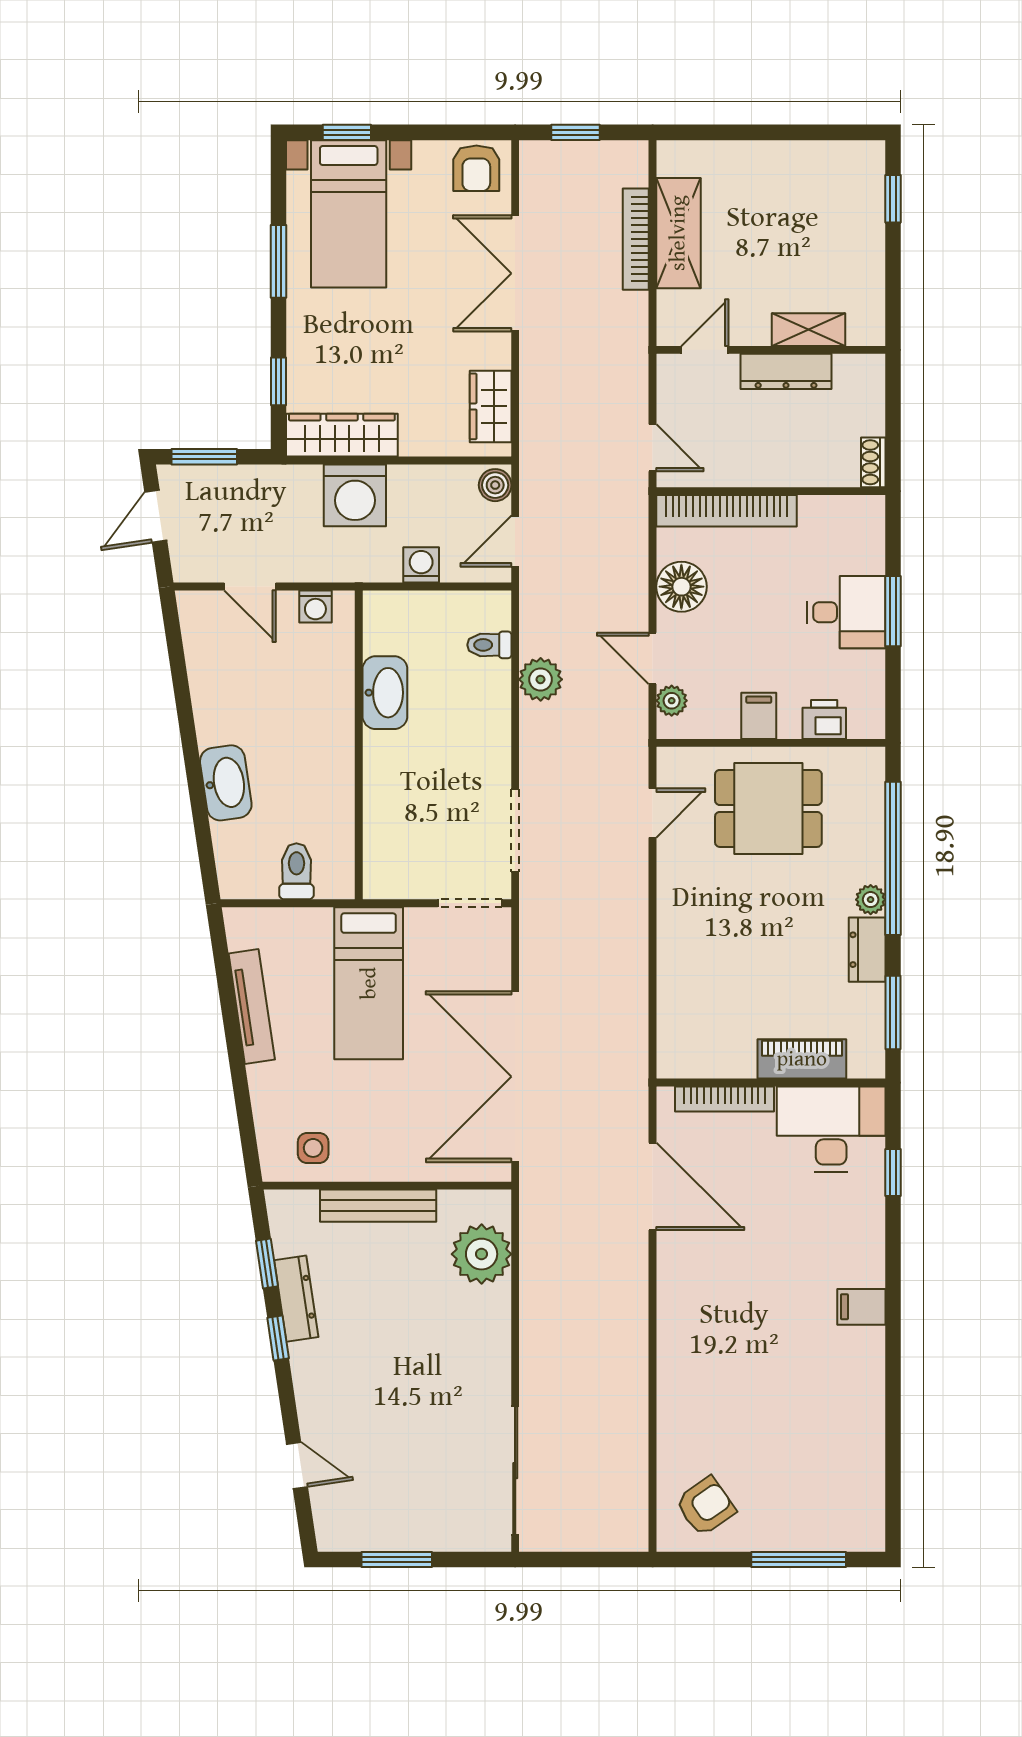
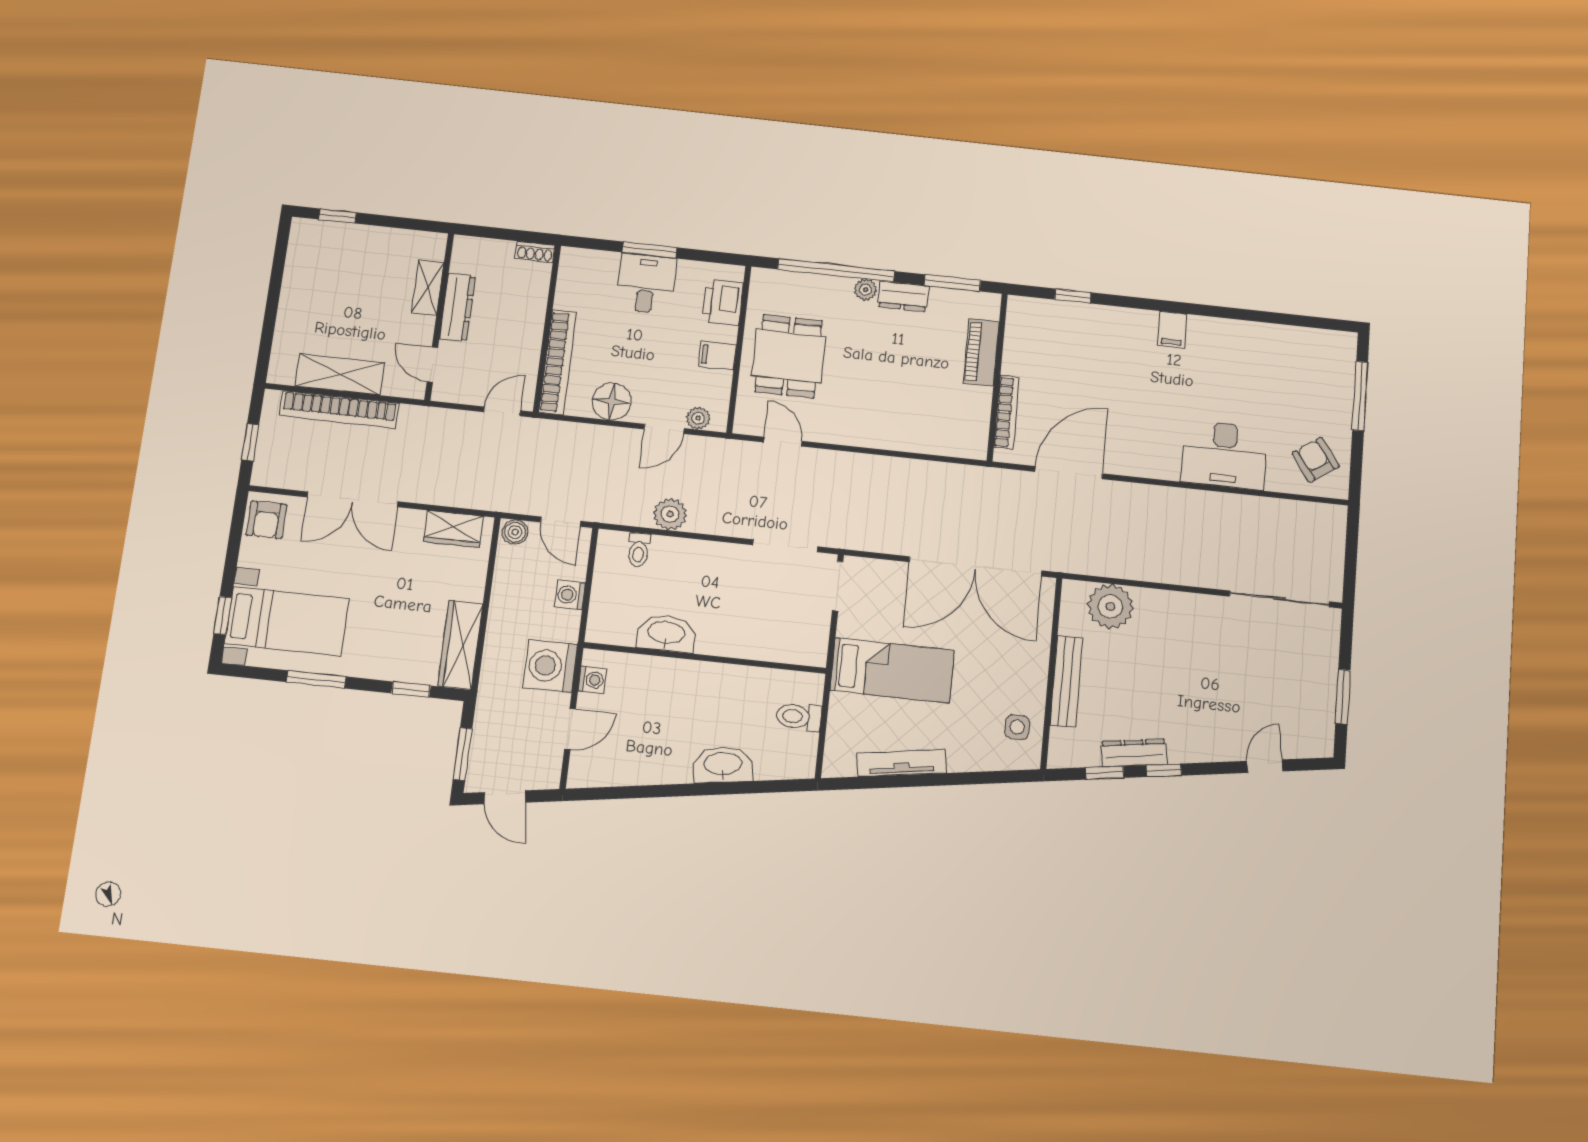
armchair: (476, 168) -> (266, 520), turned 90
bookcase: (636, 239) -> (339, 409), width x1.48, depth x1.31
washing machine: (355, 495) -> (550, 666), moved, turned 180
printer: (824, 719) -> (723, 302), width x1.36, depth x1.24
desk: (831, 1129) -> (1224, 455), moved, turned -90

